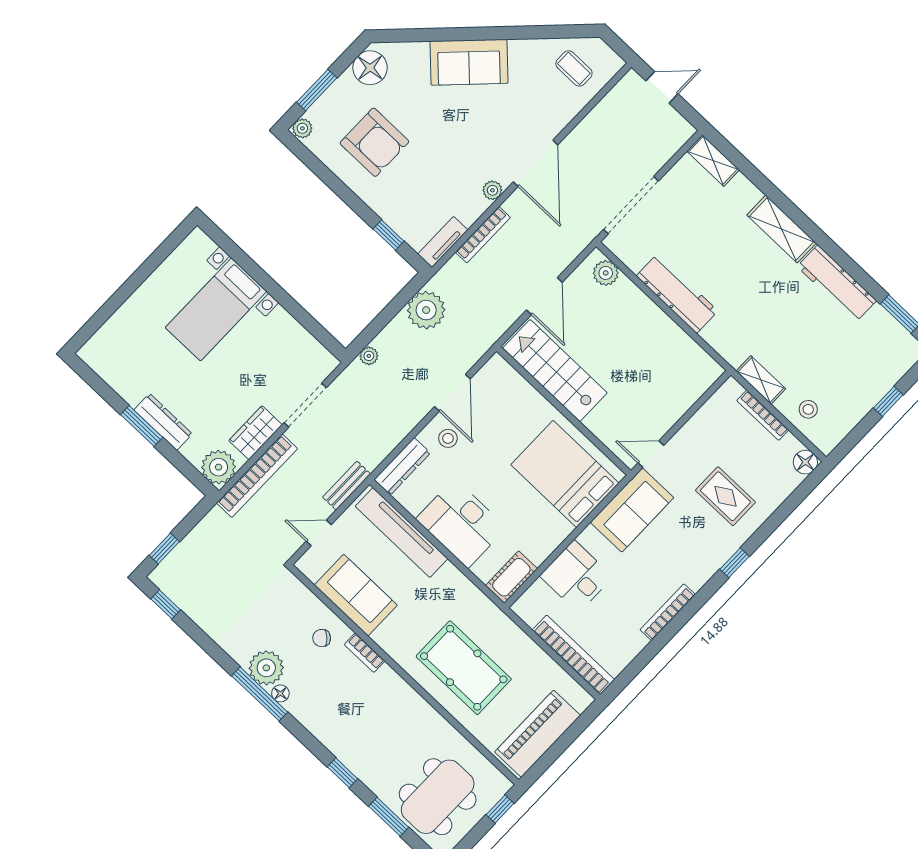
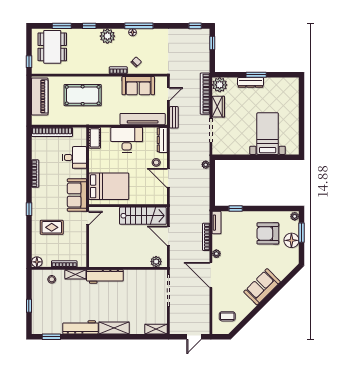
floor lamp: (370, 68) -> (291, 240), moved
workbench: (677, 294) -> (105, 276), moved
plant: (426, 310) -> (201, 196), removed
plant: (266, 668) -> (107, 36), moved

